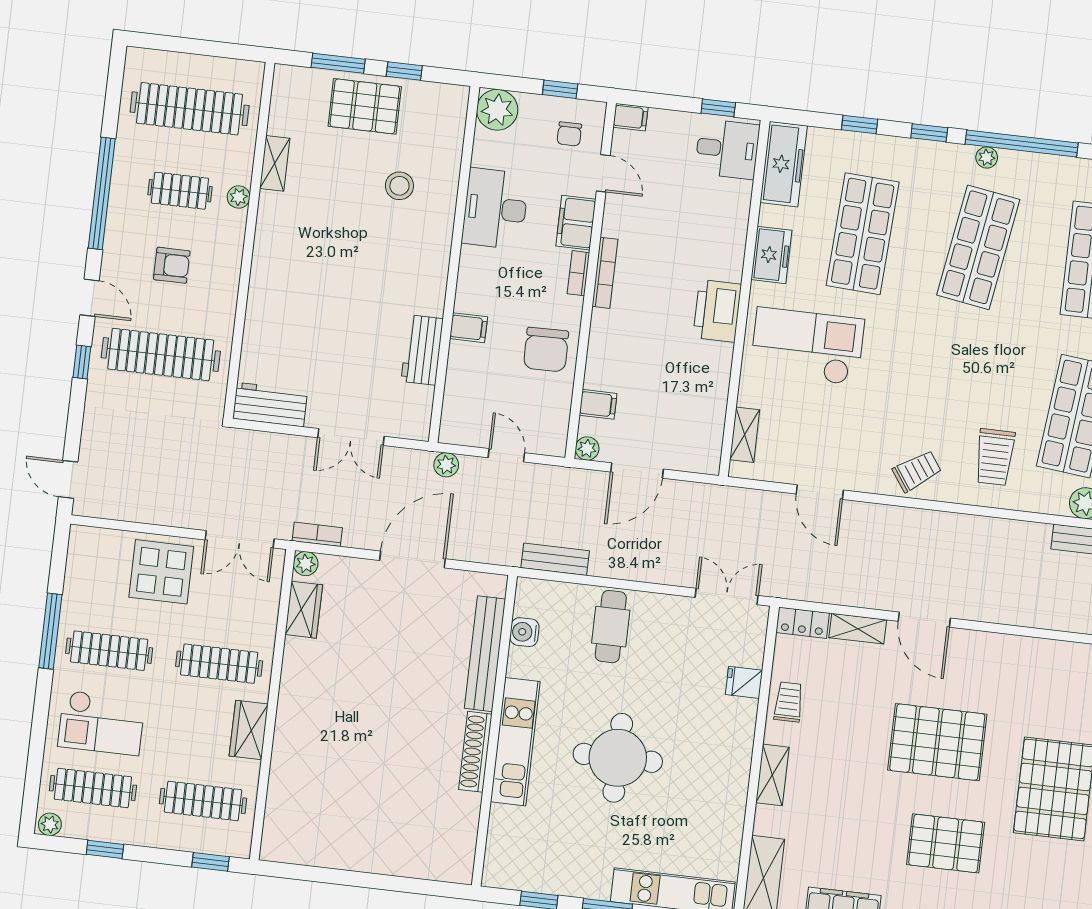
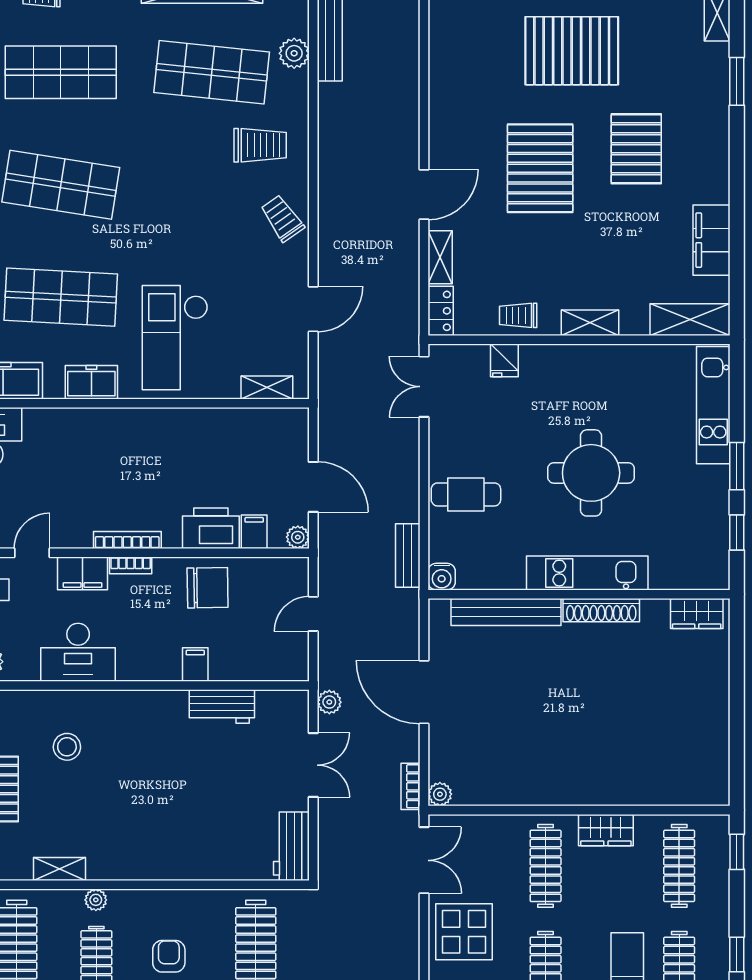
printer: (717, 311) -> (211, 528), moved, turned 180
plant: (446, 465) -> (329, 702), moved
wardrobe: (304, 610) -> (697, 614), moved, turned 180
water cooler: (524, 632) -> (442, 577), moved

